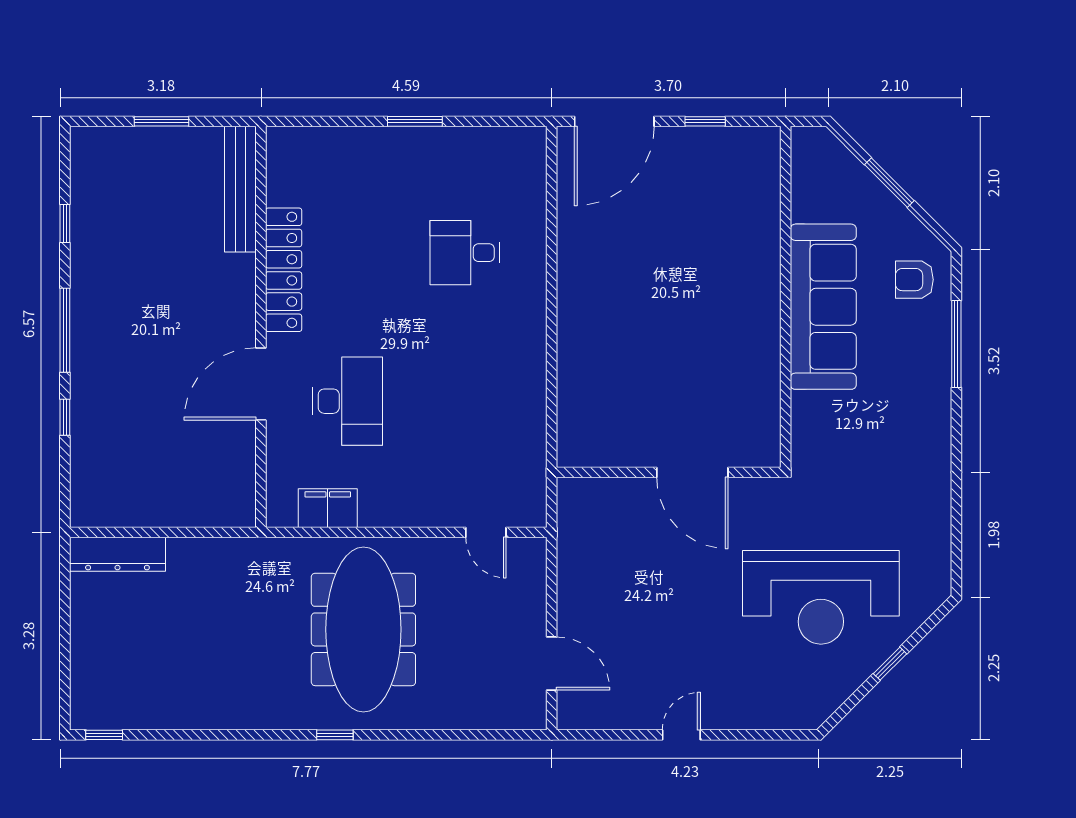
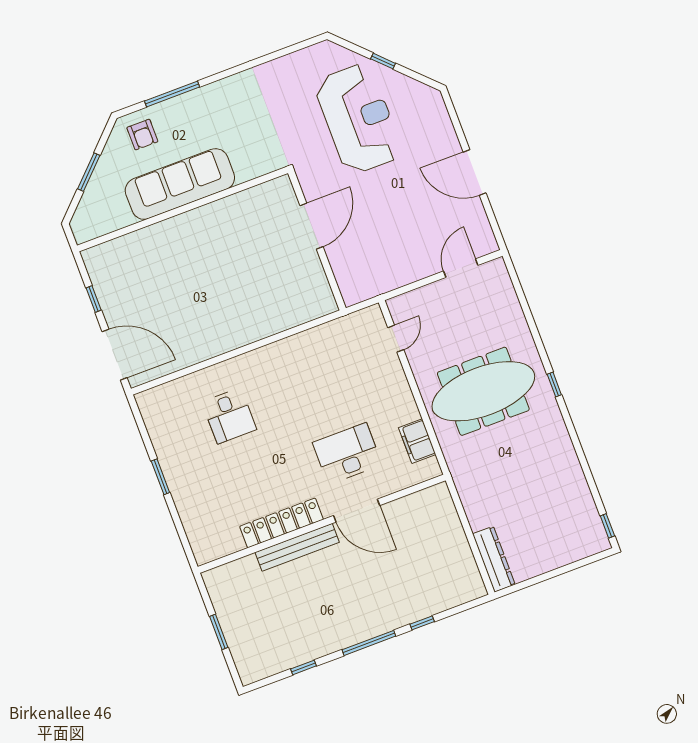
bench: (240, 189) -> (297, 547), moved
door: (681, 735) -> (475, 172), width x1.88

